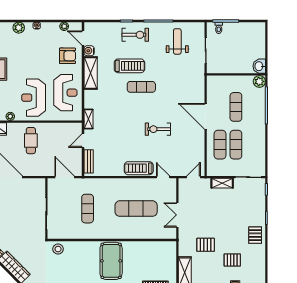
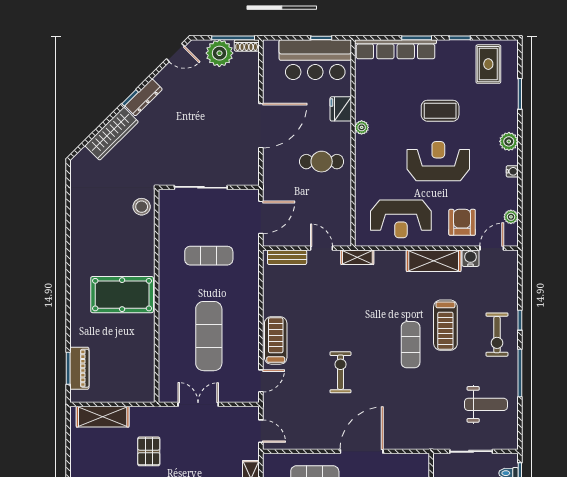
armchair: (67, 56) -> (462, 222), turned 180
reception desk: (34, 98) -> (438, 161), moved

